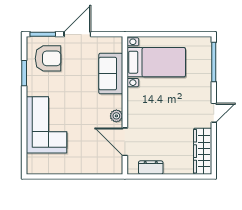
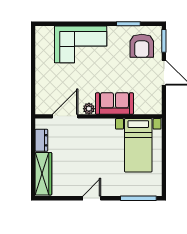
sofa: (111, 74) -> (114, 104), moved
door: (214, 113) -> (92, 198), swing flipped
wardrobe: (203, 151) -> (43, 174), moved, turned 90

